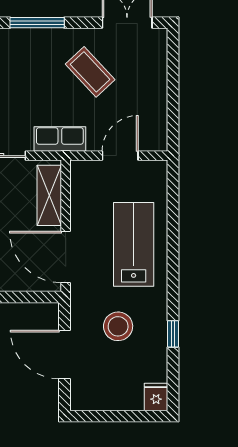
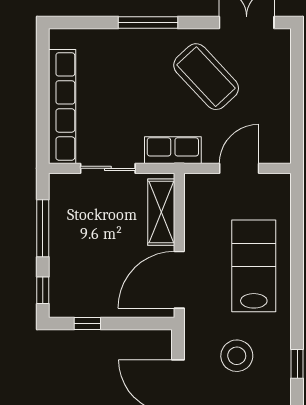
coffee table: (90, 72) -> (206, 77), width x1.36, depth x1.32
door: (66, 257) -> (179, 280), hinge flipped

